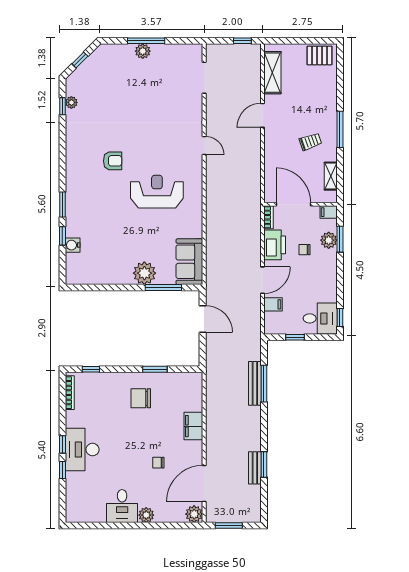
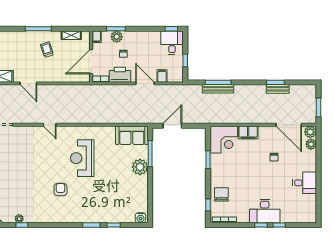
door: (204, 145) -> (50, 125), swing flipped
water cooler: (73, 245) -> (140, 218), moved
corner desk: (183, 392) -> (224, 140), added
chair: (141, 398) -> (221, 194), moved, turned 180
plant: (146, 515) -> (311, 144), moved

